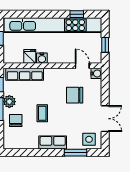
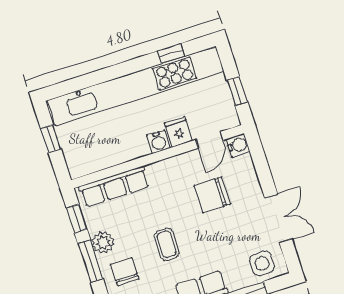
fridge: (30, 56) -> (178, 132), moved
water cooler: (42, 58) -> (158, 142), moved
door: (82, 66) -> (209, 140), swing flipped

